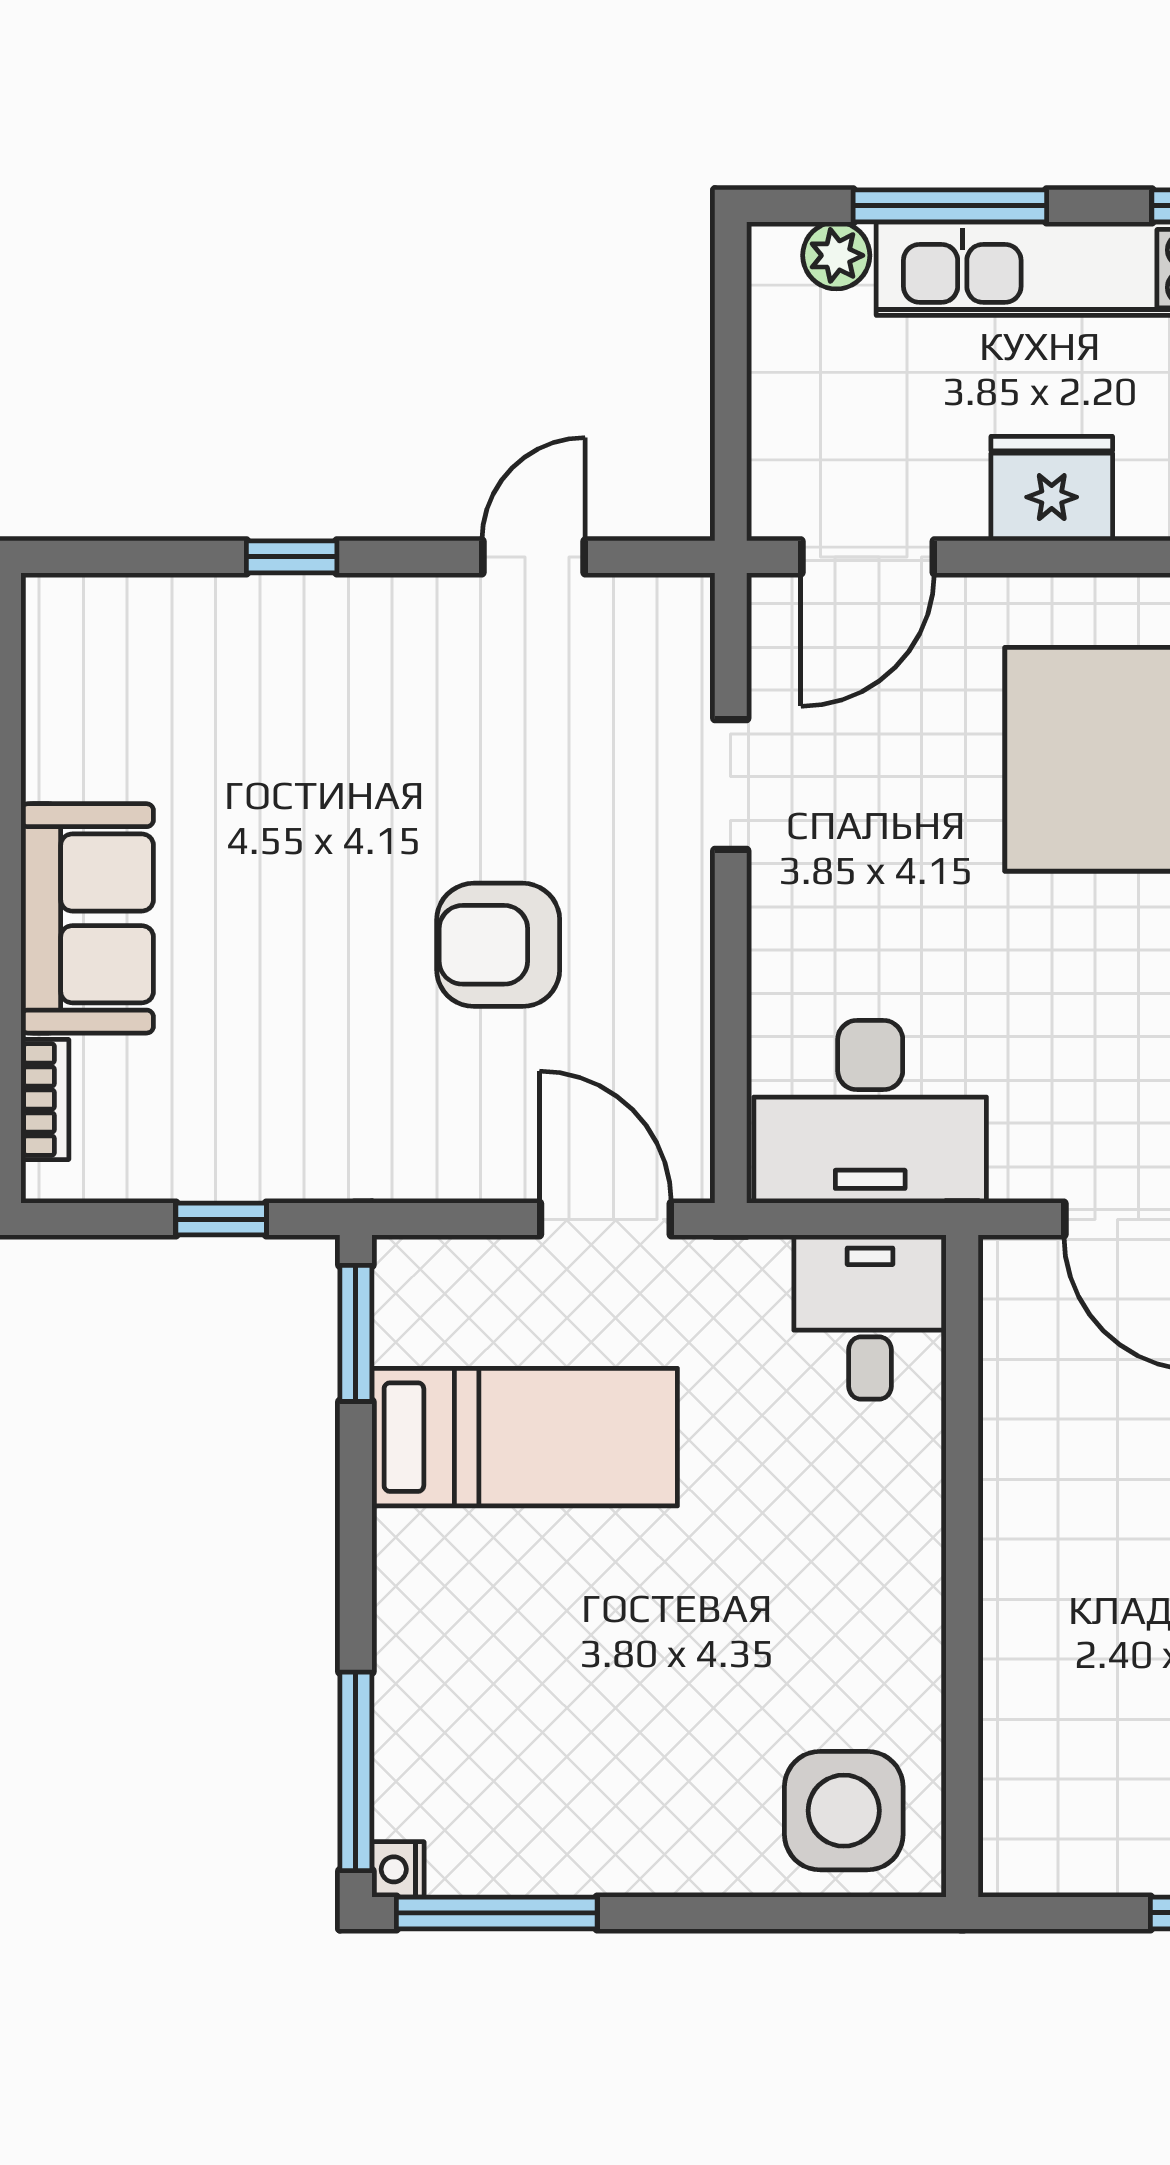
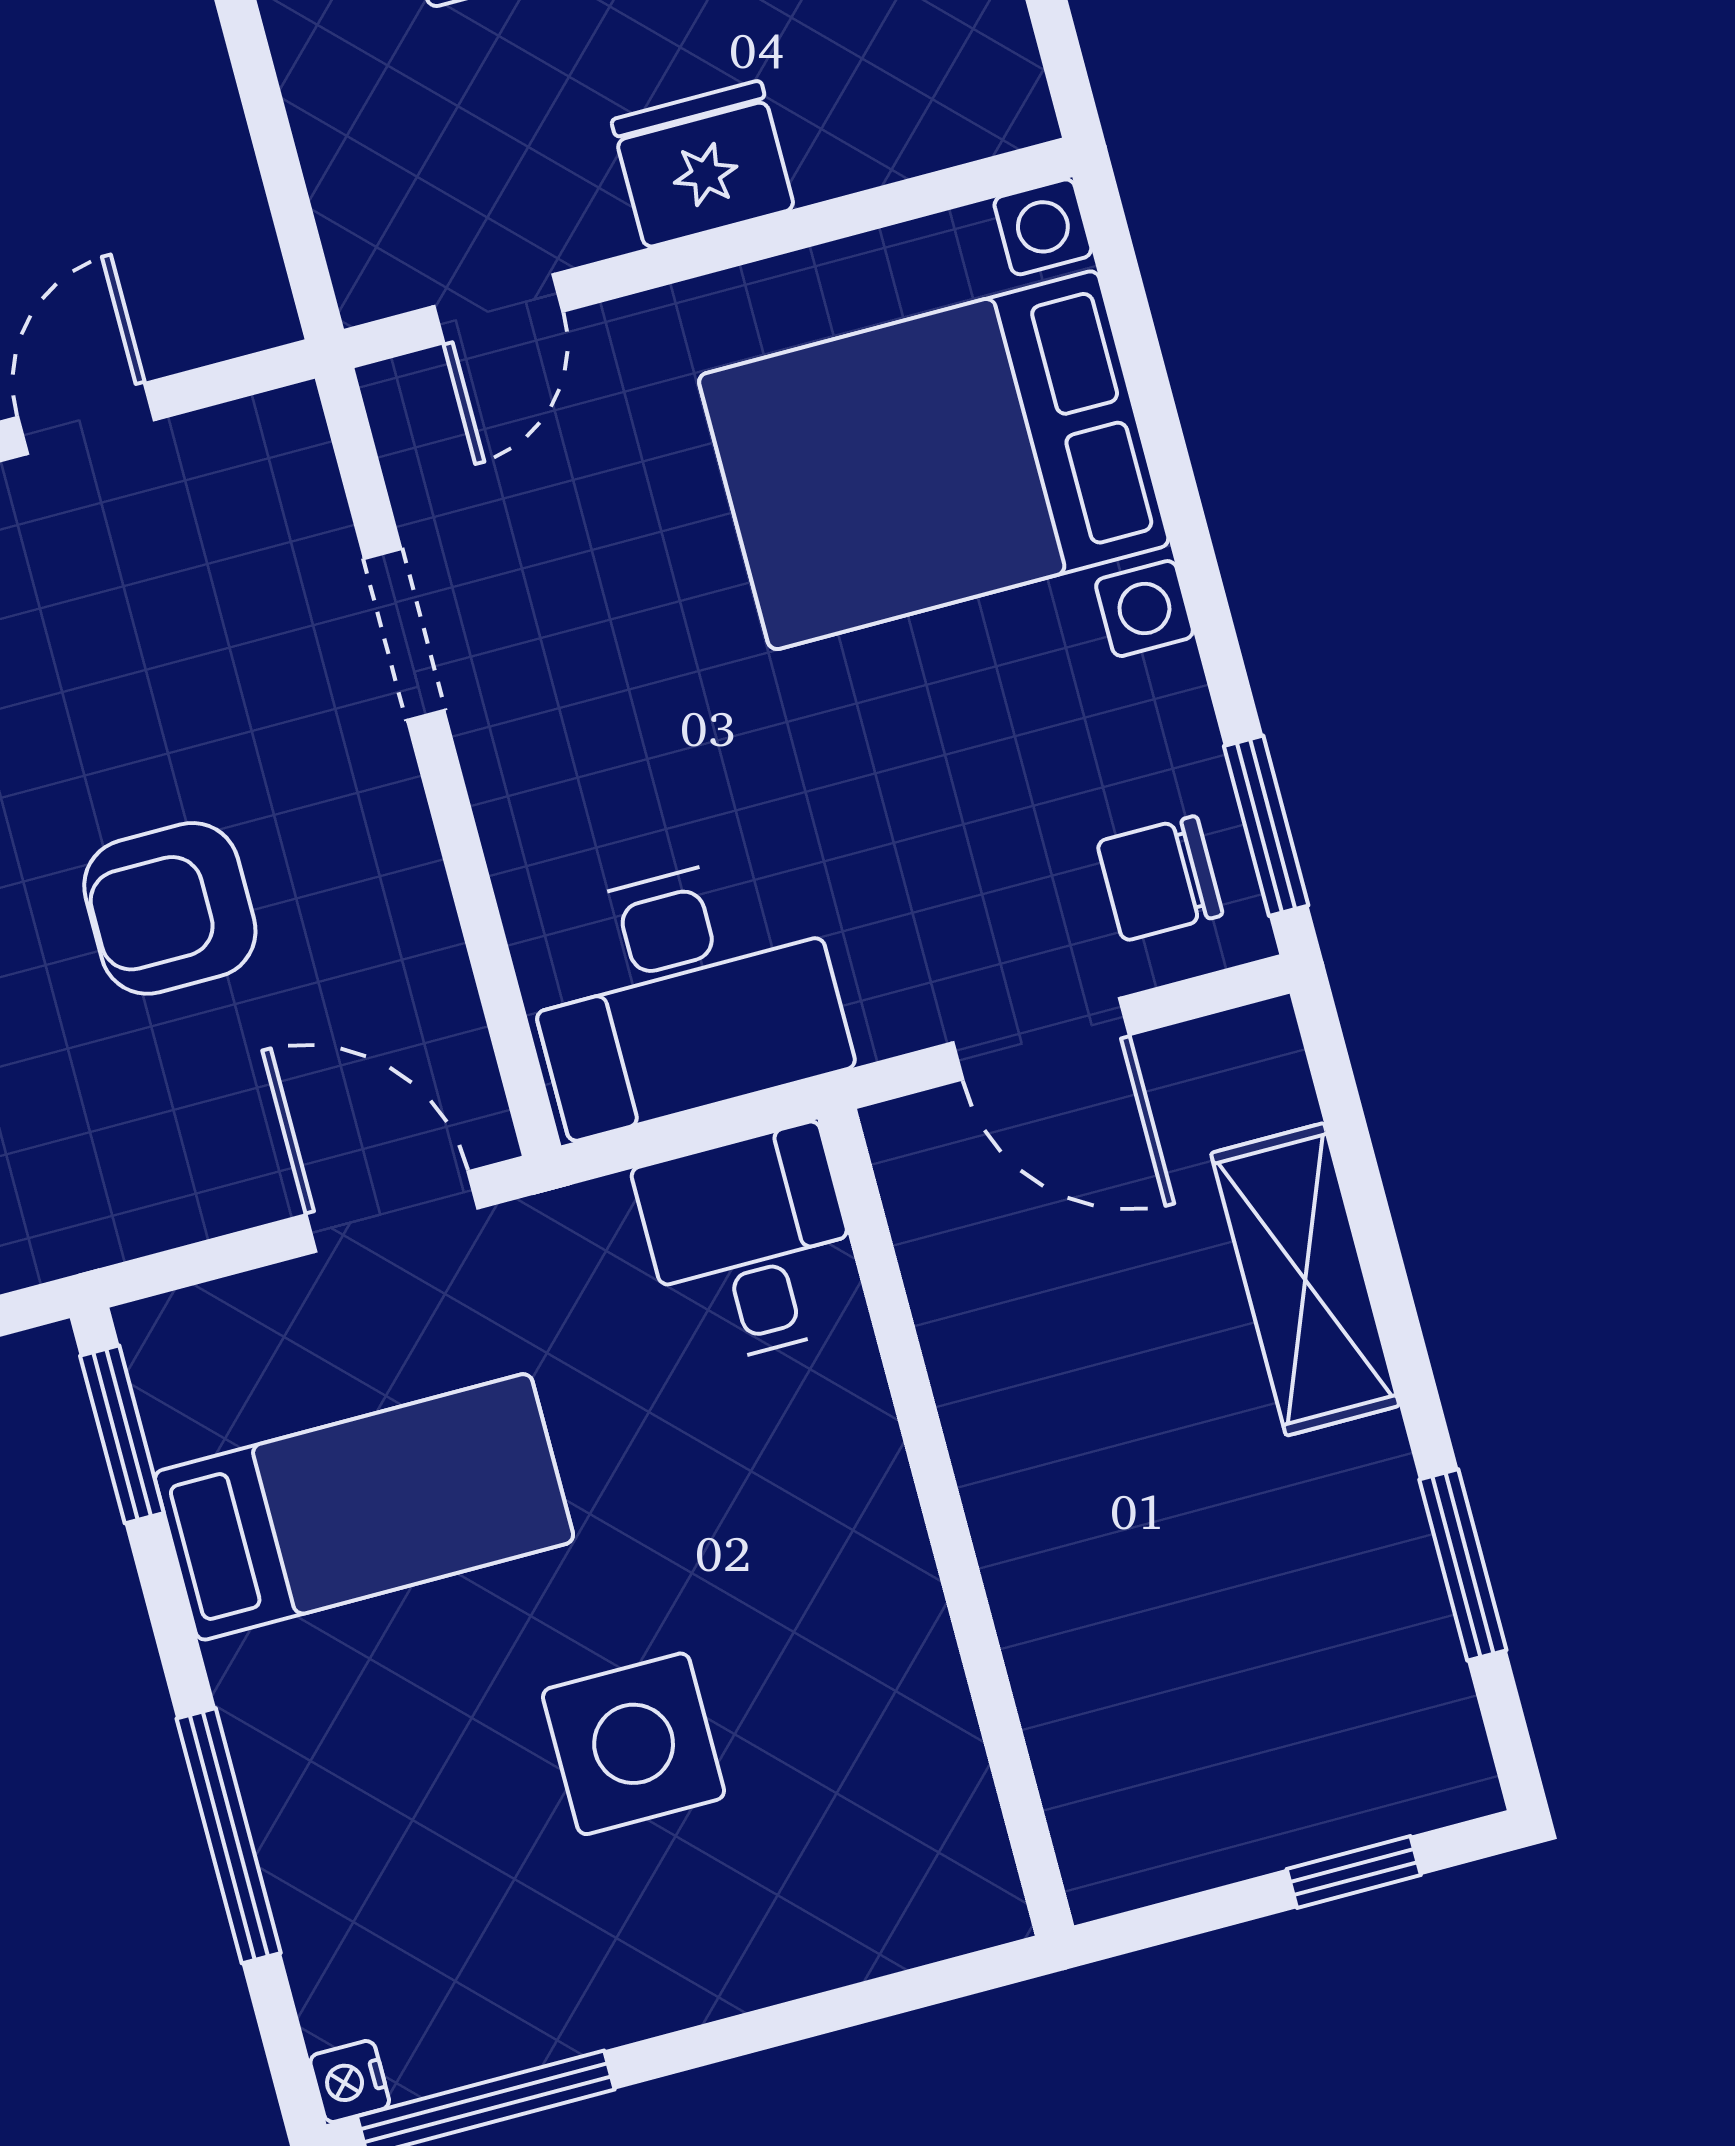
door: (868, 557) -> (498, 309), width x0.73
window: (356, 1771) -> (229, 1836), moved
side table: (844, 1811) -> (634, 1744), moved

